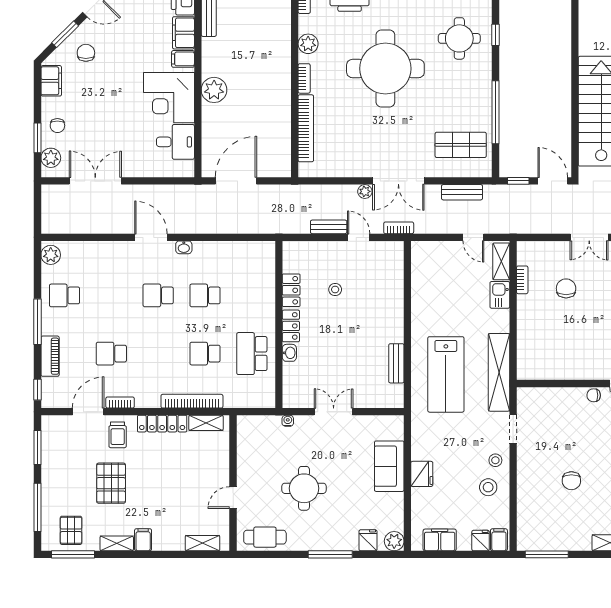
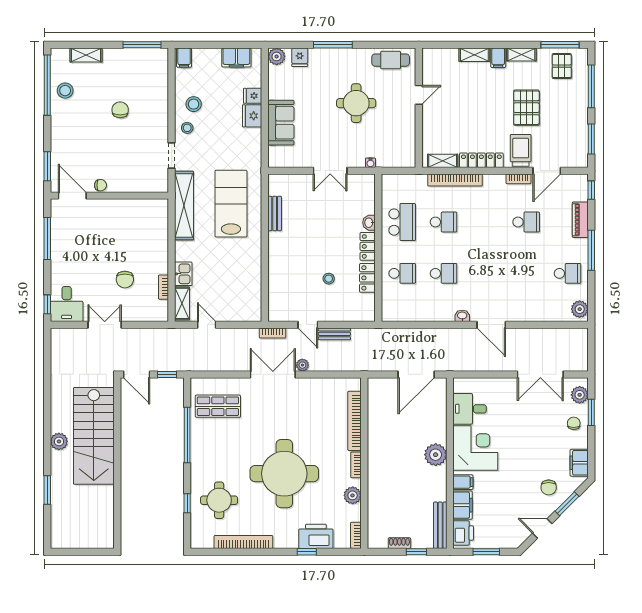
bench: (462, 192) -> (217, 364), removed
school desk: (158, 295) -> (402, 273), moved
trolley: (118, 435) -> (521, 150), width x1.36, depth x1.39
fridge: (481, 541) -> (253, 96), moved, turned 90
shelving: (203, 543) -> (474, 55), moved

